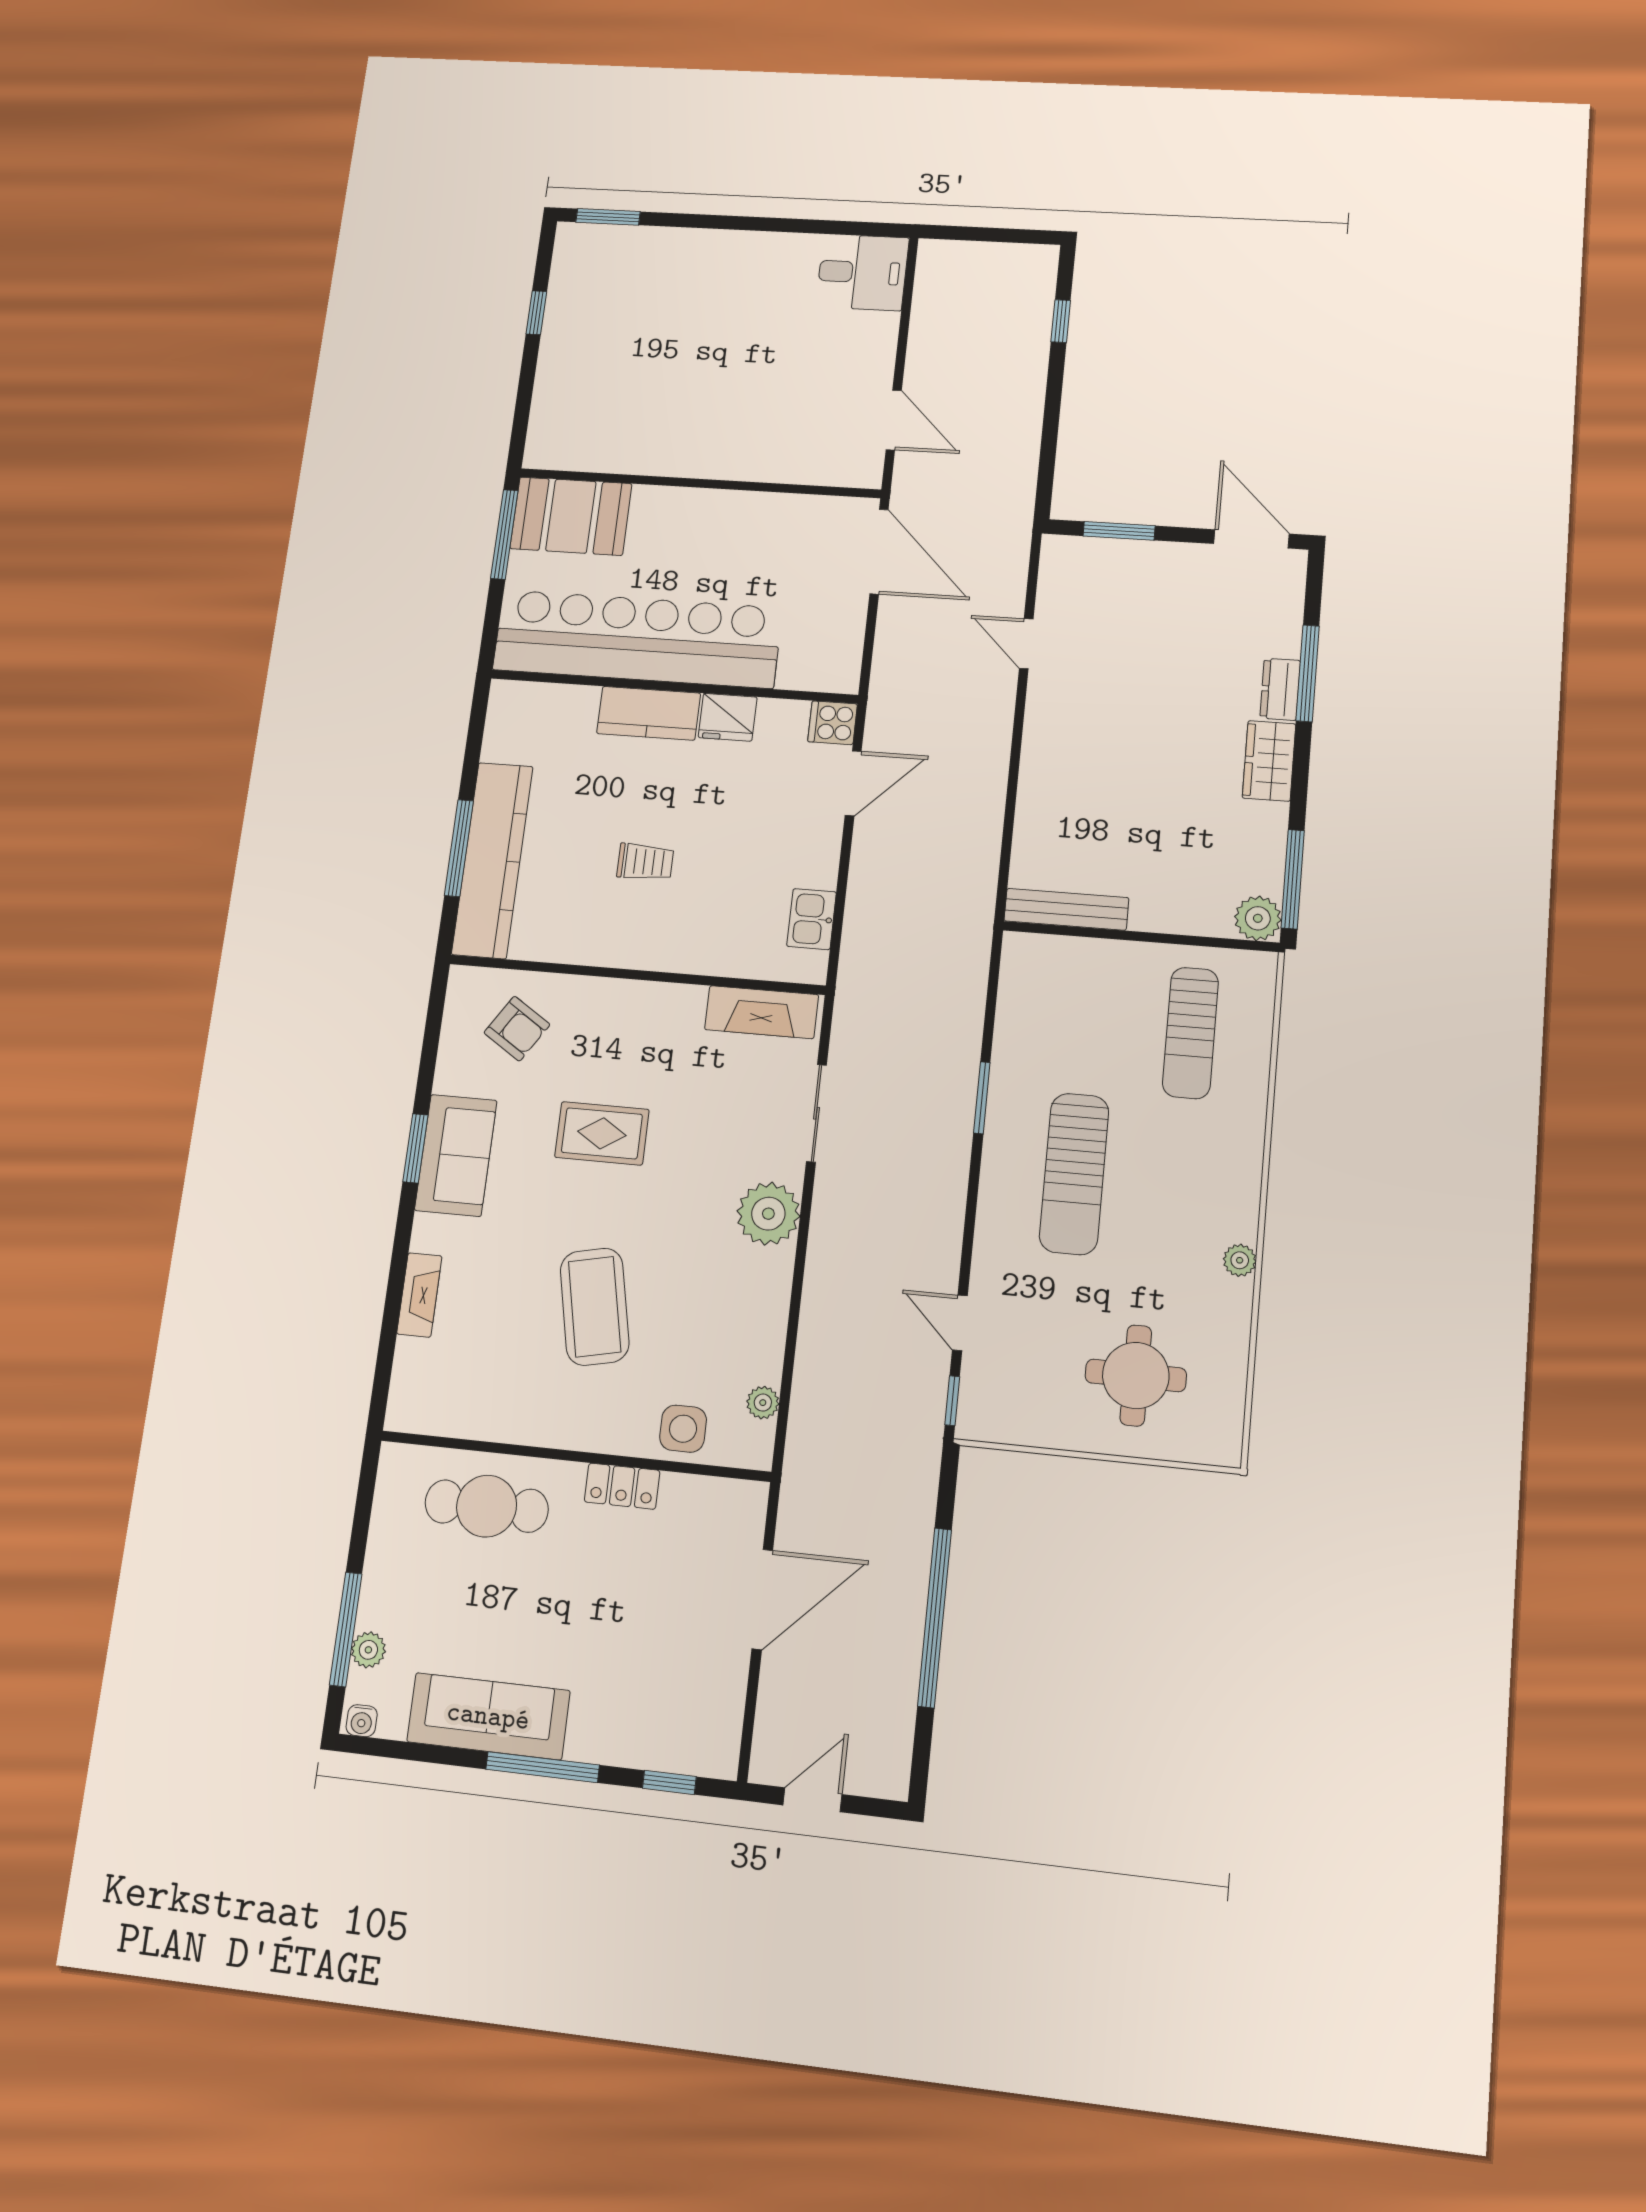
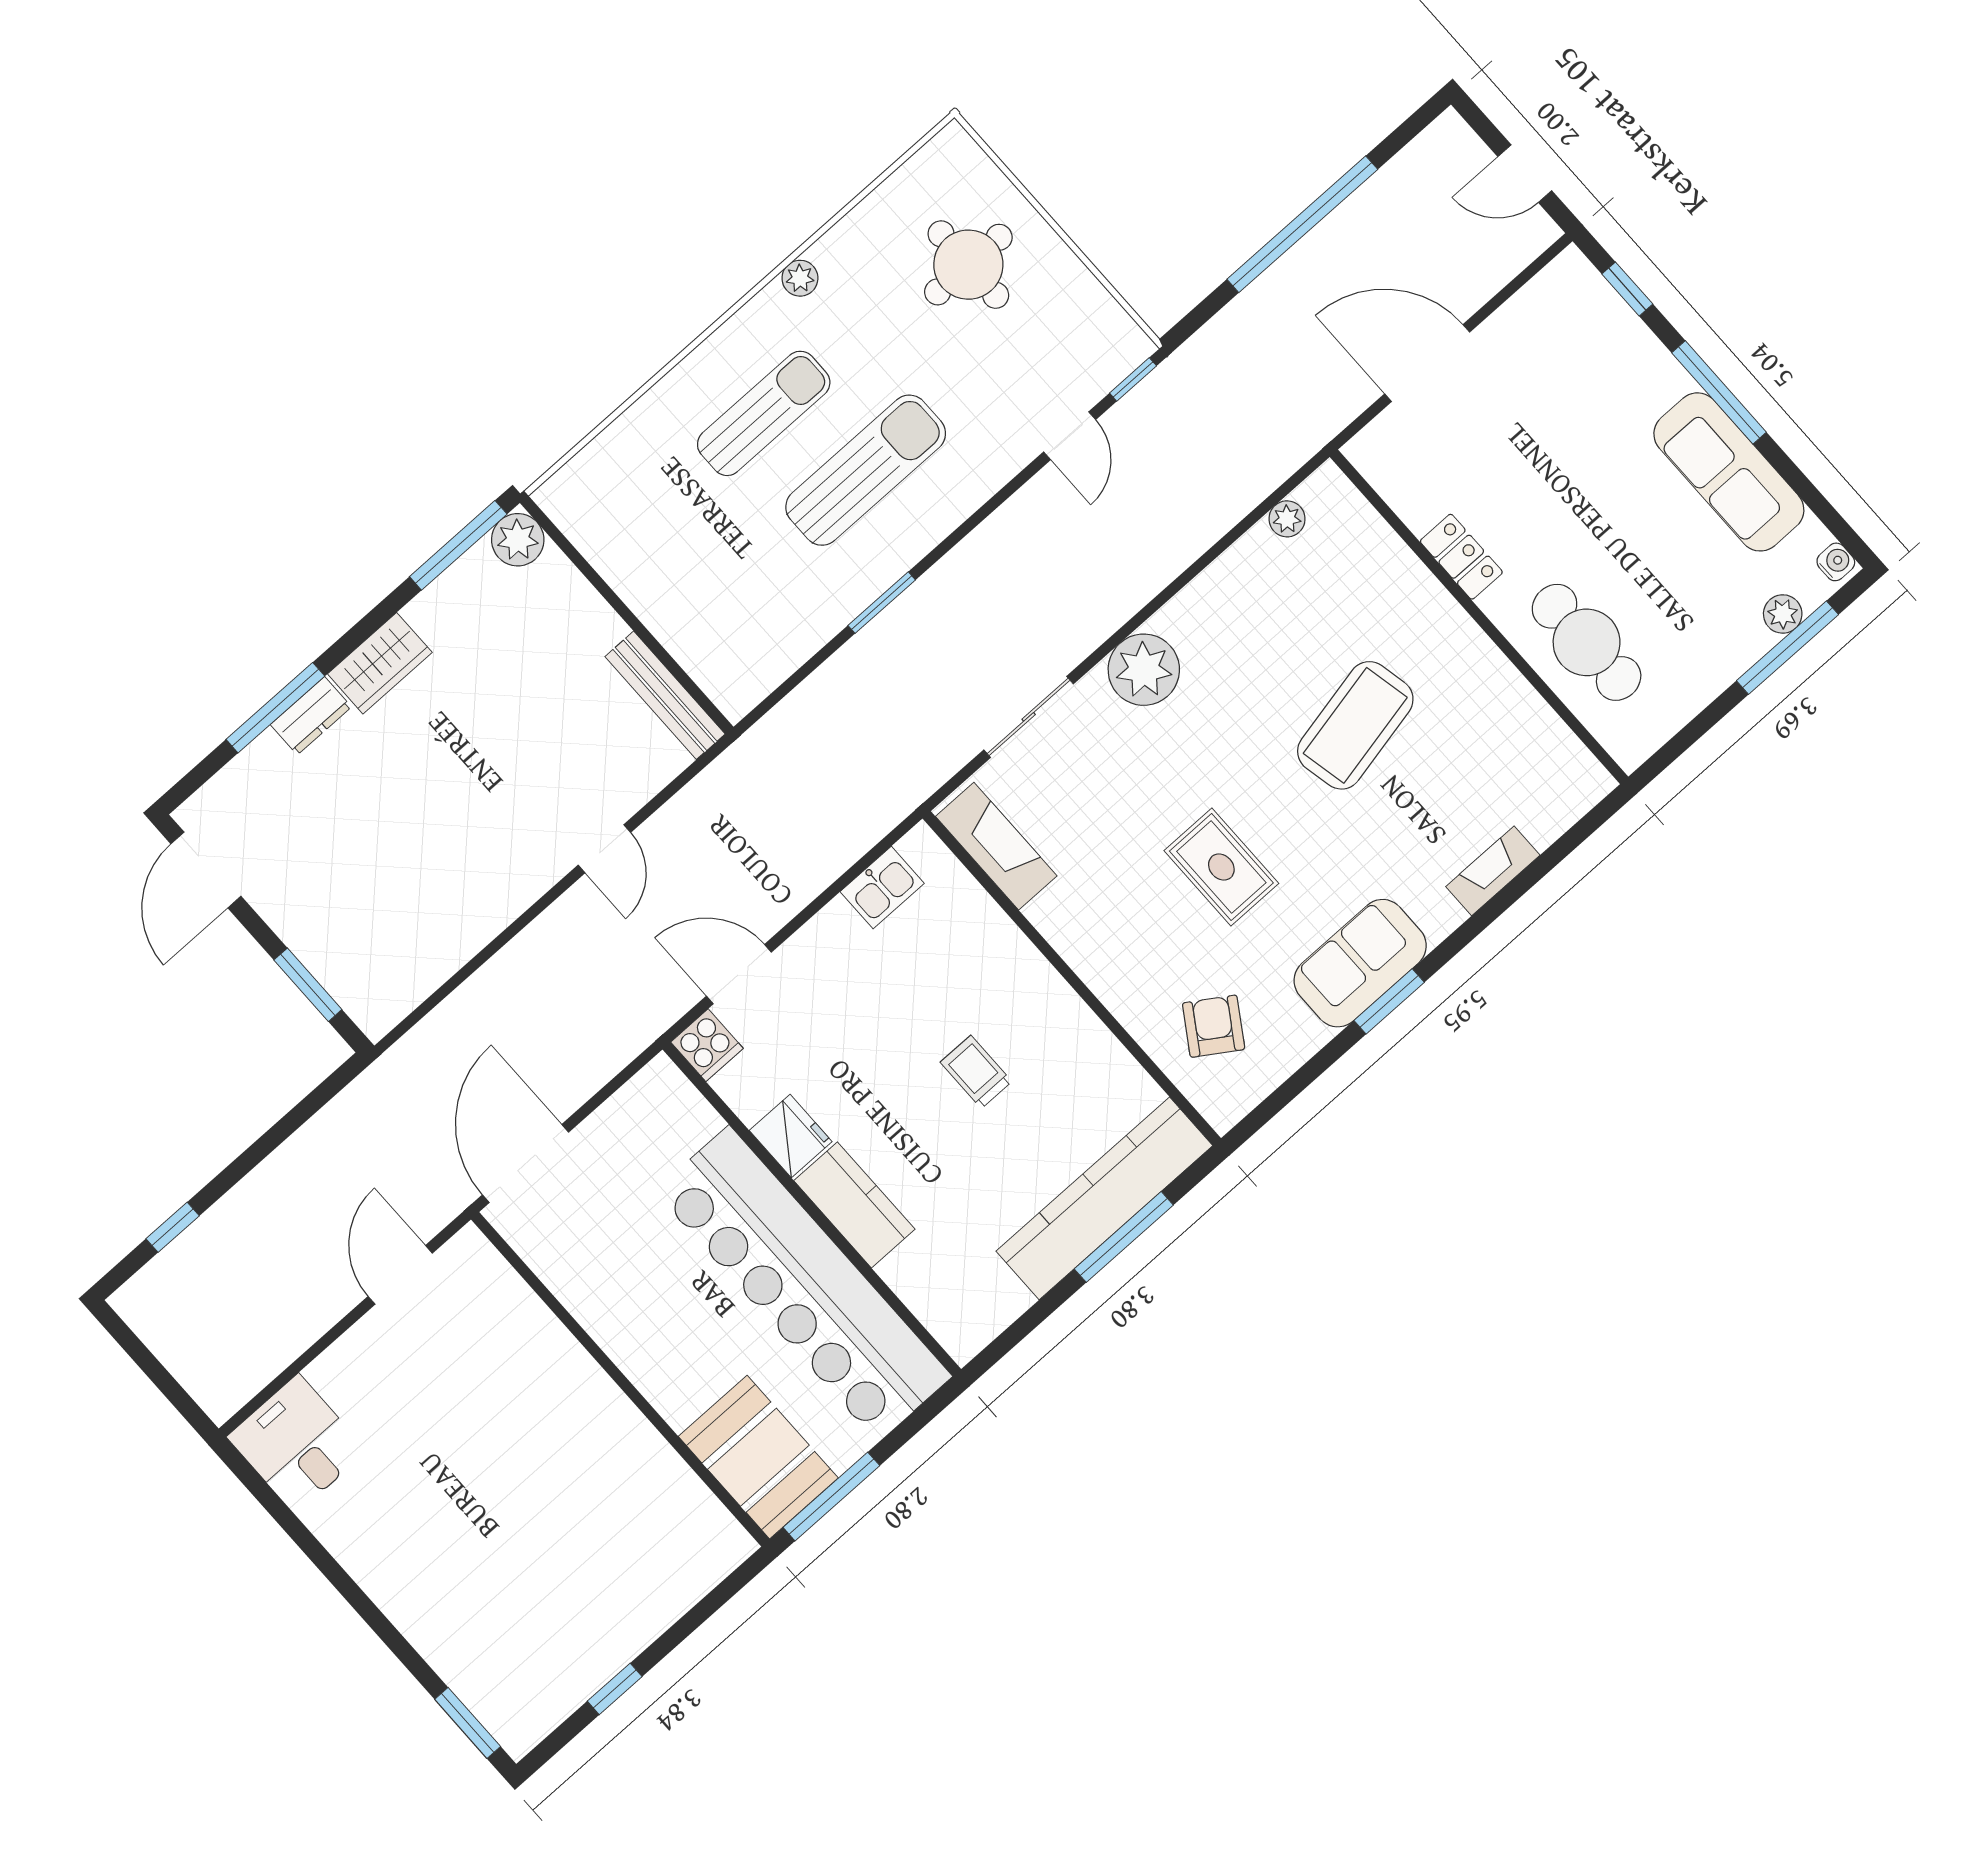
door: (1026, 644) -> (604, 849), moved
sun lounger: (1190, 1033) -> (764, 413), moved
side table: (683, 1429) -> (1371, 558), removed

